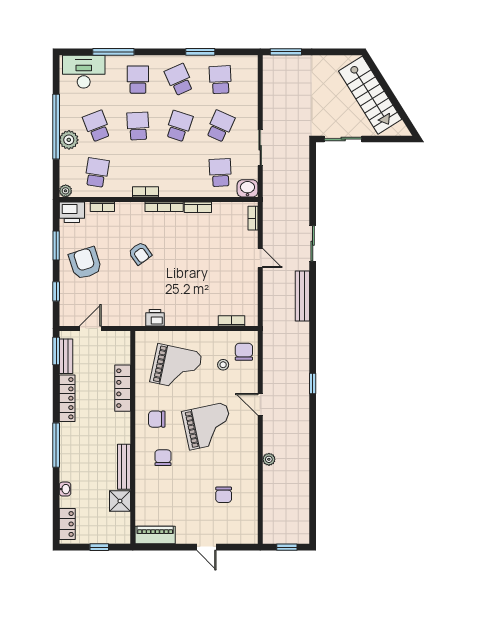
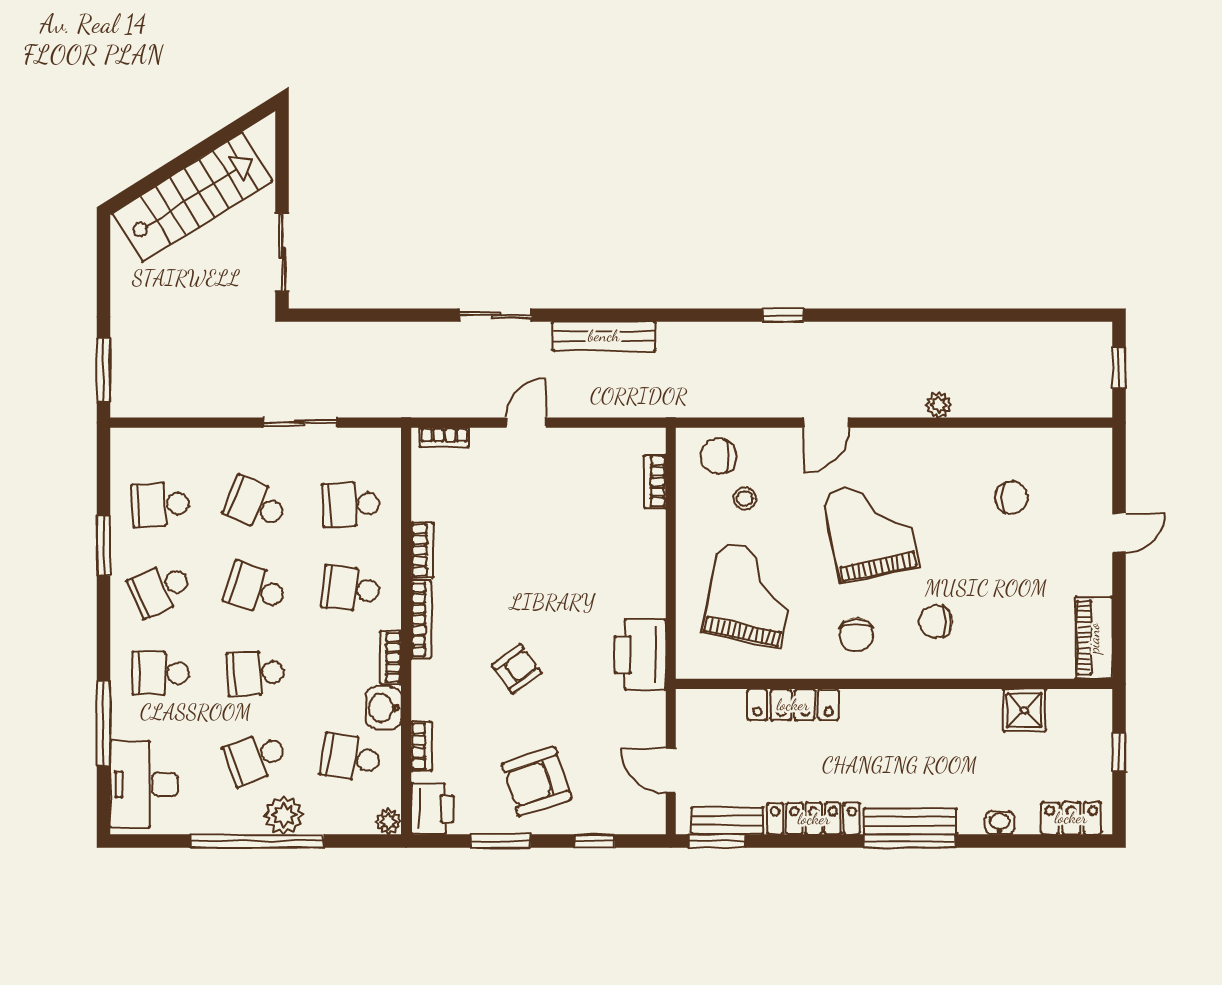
school desk: (179, 172) -> (351, 589), added
washbasin: (247, 188) -> (383, 708), moved
printer: (155, 318) -> (640, 655), width x1.87, depth x1.48
bench: (124, 467) -> (910, 821), moved

